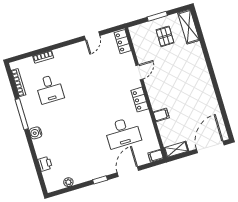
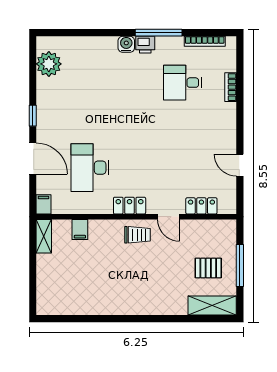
window: (157, 16) -> (240, 266), width x1.44
locker: (123, 42) -> (201, 206), moved
trolley: (157, 89) -> (138, 235), added
filing cabinet: (161, 115) -> (80, 230), moved
door: (210, 147) -> (33, 285), removed
printer: (45, 164) -> (145, 45), moved
plant: (68, 182) -> (49, 64), width x1.87, depth x1.87

